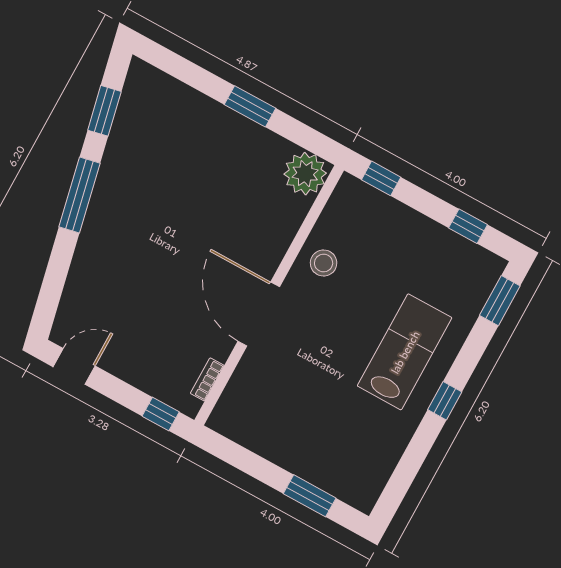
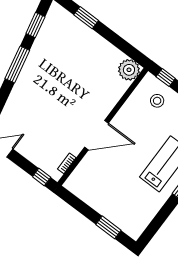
window: (250, 106) -> (86, 18), moved
stool: (324, 263) -> (157, 101), moved
door: (259, 314) -> (96, 135), swing flipped

